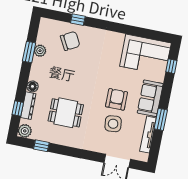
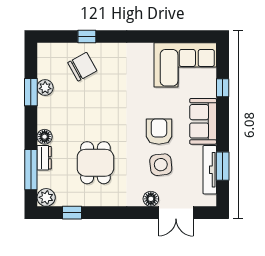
window: (171, 66) -> (223, 88), moved
dresser: (28, 106) -> (44, 158), width x0.70
window: (18, 108) -> (31, 170), width x2.17
dining table: (66, 113) -> (95, 163), turned 90
window: (161, 119) -> (223, 166), moved
floor lamp: (101, 147) -> (151, 199), added

